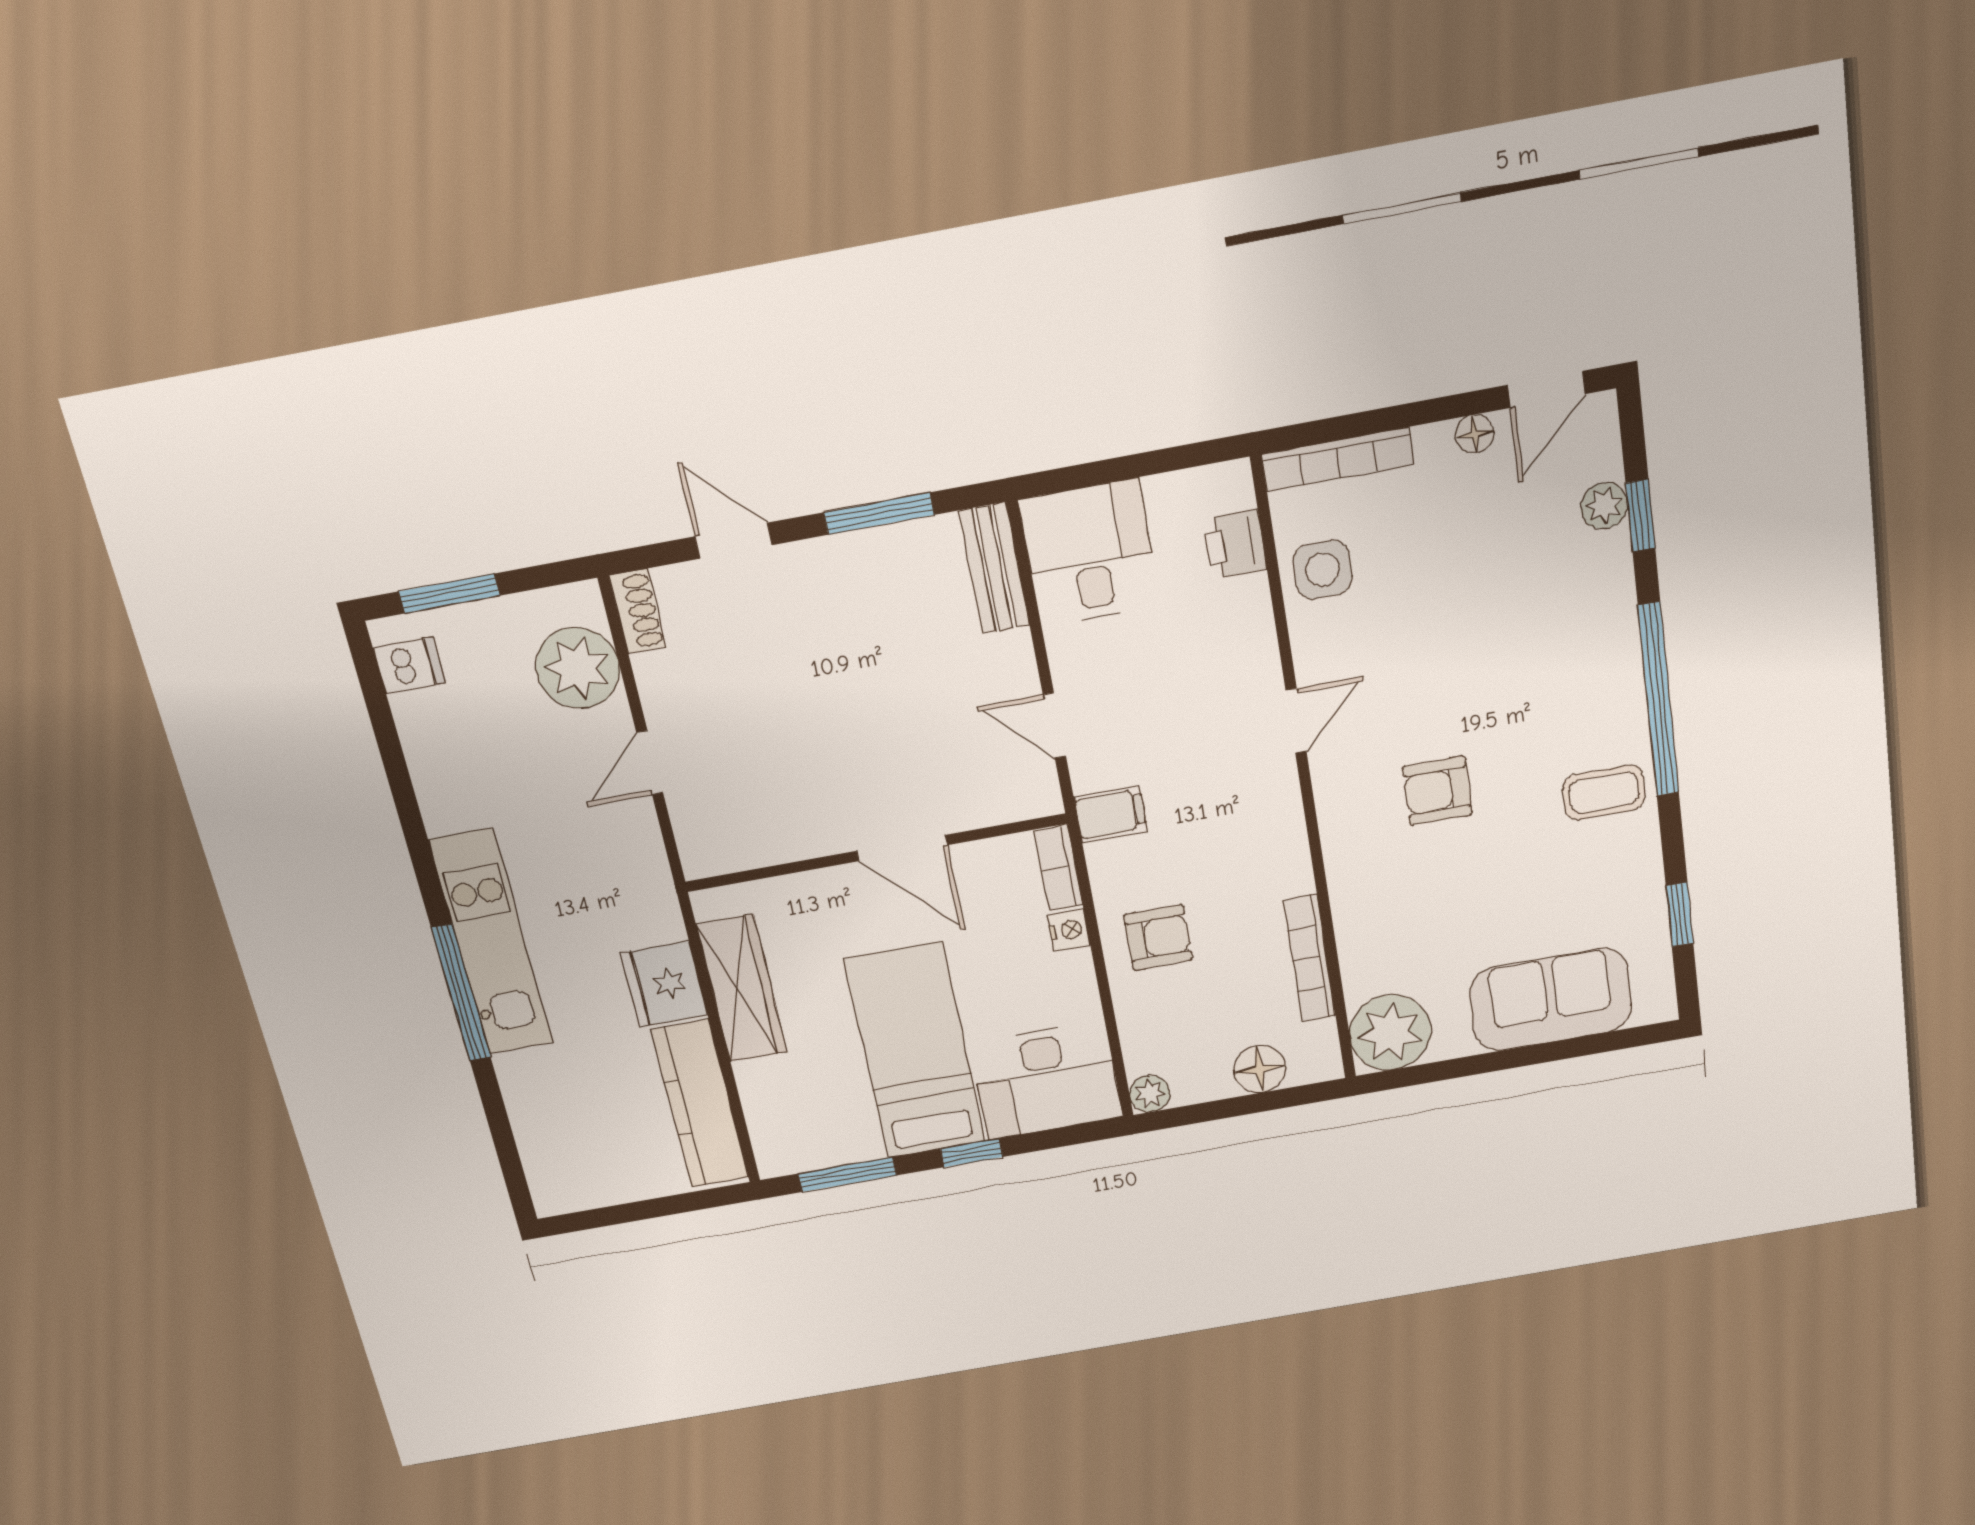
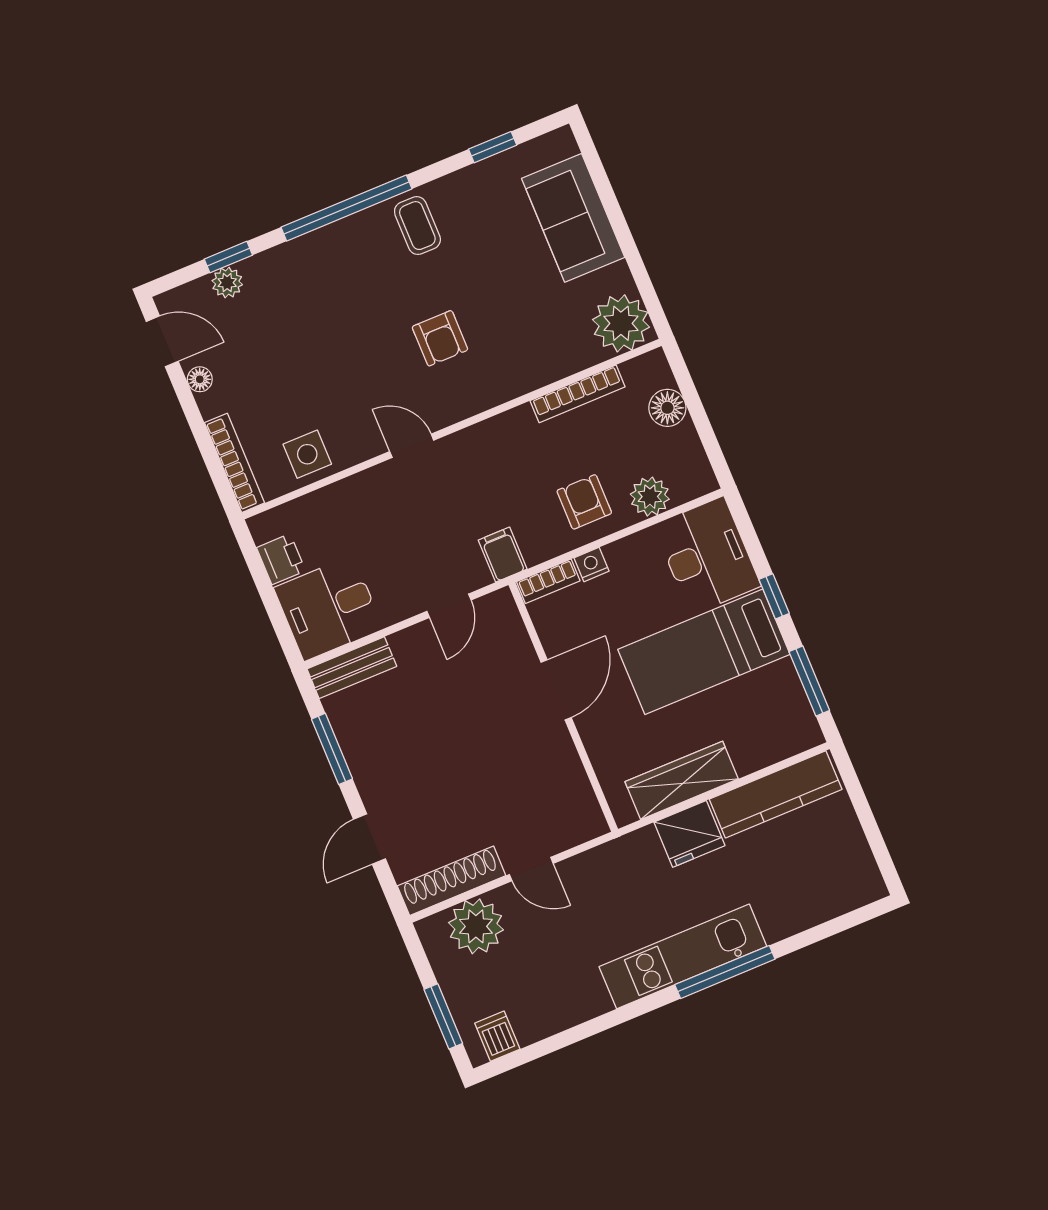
printer: (1235, 544) -> (281, 559), moved, turned -90
shoe rack: (638, 611) -> (452, 881), width x1.94, depth x1.24
plant: (1150, 1094) -> (650, 497), moved, width x1.38, depth x1.38

